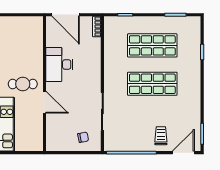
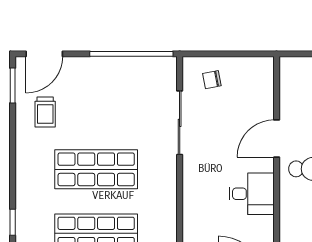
desk: (59, 64) -> (252, 194), width x0.73
door: (45, 102) -> (277, 138), hinge flipped
trolley: (161, 136) -> (45, 112), moved

